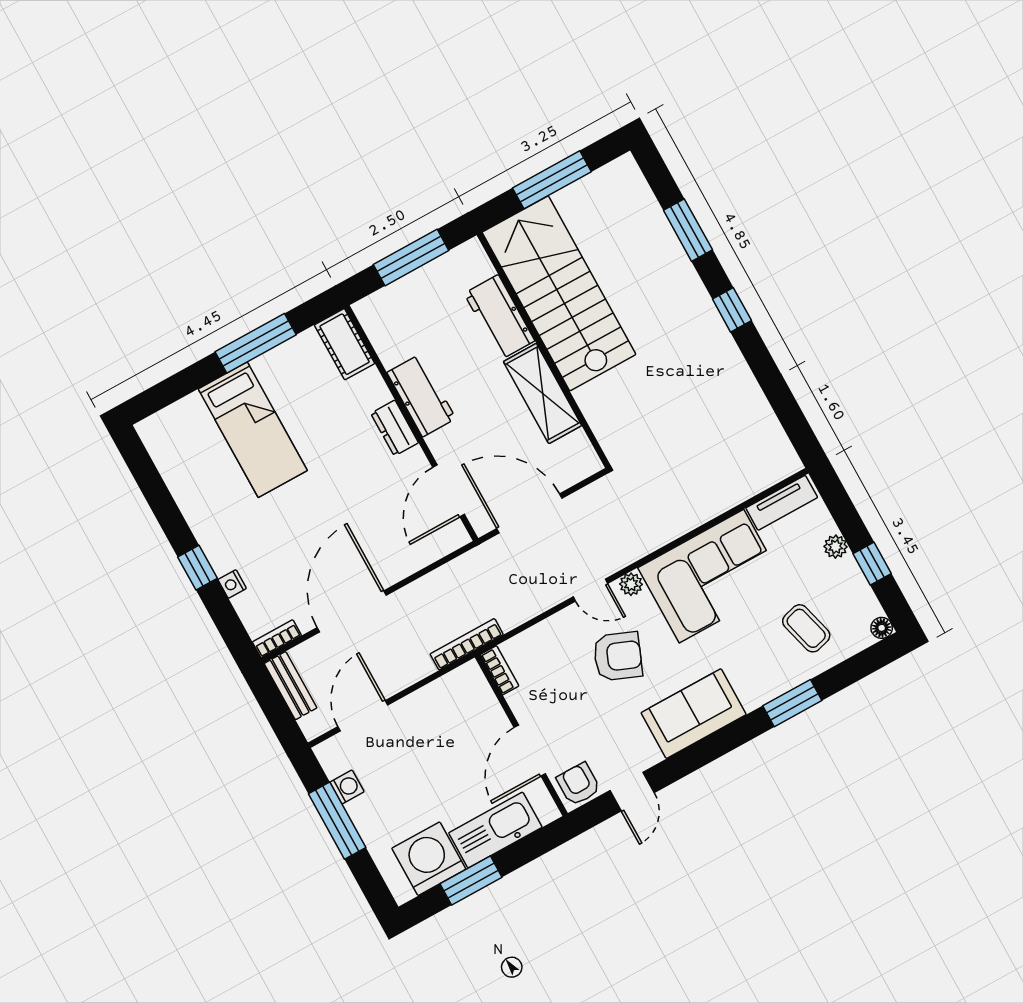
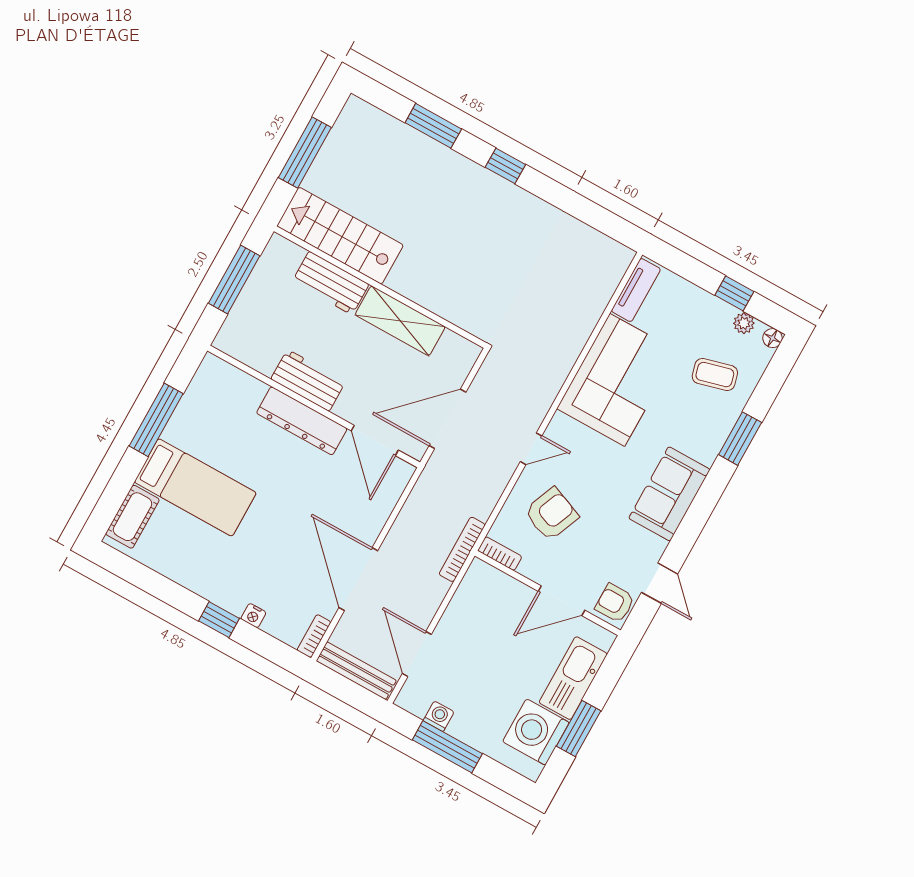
stairs: (559, 293) -> (340, 236), width x0.73, depth x0.66
cot: (345, 344) -> (132, 517), moved, turned 90
dresser: (395, 428) -> (302, 421), width x1.96, depth x1.24
plant: (836, 547) -> (744, 323), moved
plant: (631, 584) -> (559, 425), removed
armchair: (618, 656) -> (551, 514), moved
bench: (291, 686) -> (356, 671), width x1.36
door: (530, 751) -> (562, 601), hinge flipped

